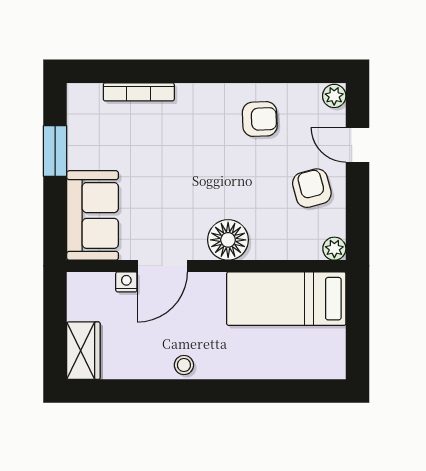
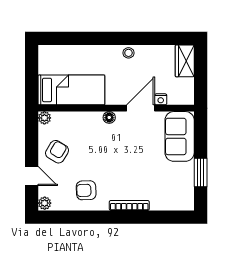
bookcase: (139, 92) -> (129, 205), moved
armchair: (312, 188) -> (57, 152), turned -134
floor lamp: (228, 240) -> (109, 117), width x0.53, depth x0.53

